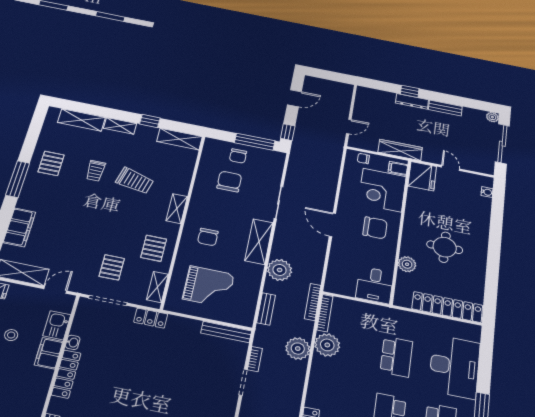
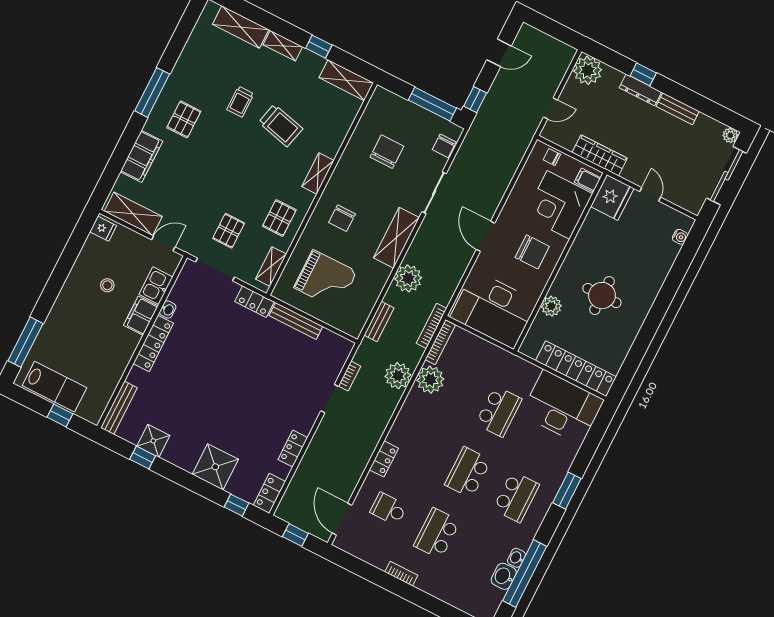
plant: (367, 97) -> (588, 70), added
chair: (238, 156) -> (444, 146), moved
pallet: (51, 163) -> (184, 119), moved
desk: (375, 285) -> (494, 309), width x1.87, depth x1.30
bench: (226, 332) -> (296, 321), moved
desk: (454, 367) -> (562, 407), moved, turned -90

